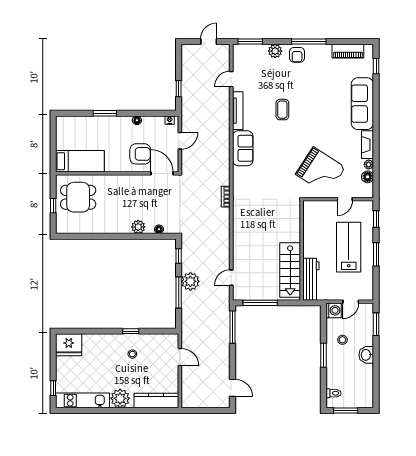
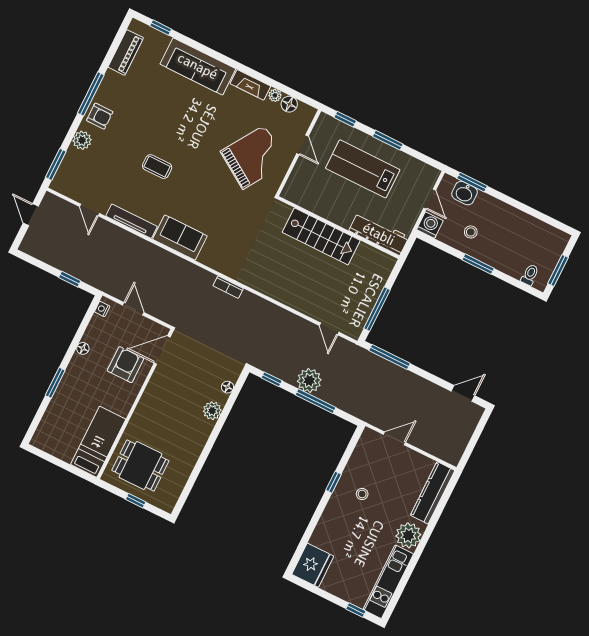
dining table: (78, 197) -> (140, 466), turned 90
stairs: (290, 270) -> (321, 236), moved
washbasin: (366, 355) -> (465, 193), moved

